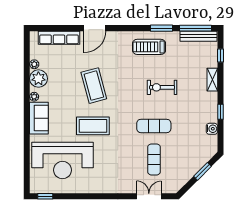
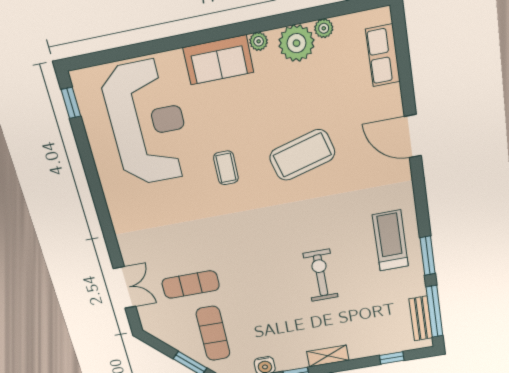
bench: (198, 36) -> (421, 319), width x0.73
row of seats: (59, 38) -> (383, 55), width x0.68
shelving: (212, 80) -> (328, 356), moved
coffee table: (93, 126) -> (226, 168), width x0.54, depth x0.58
exercise mat: (154, 126) -> (213, 333), moved
reception desk: (62, 160) -> (147, 123), turned 180

